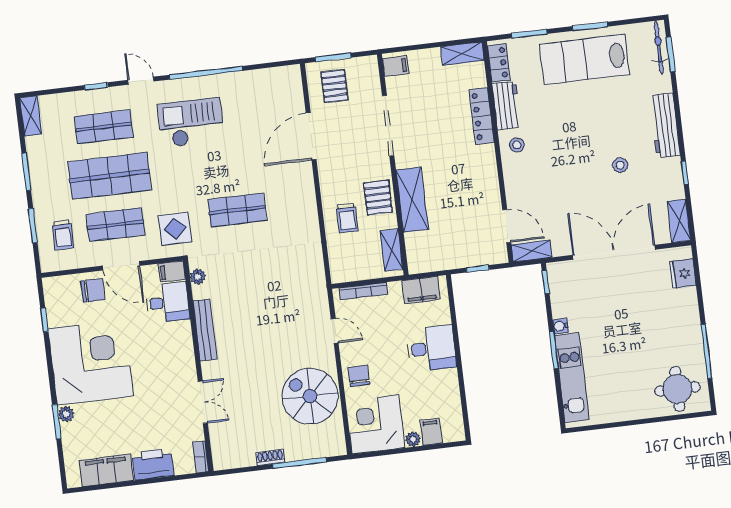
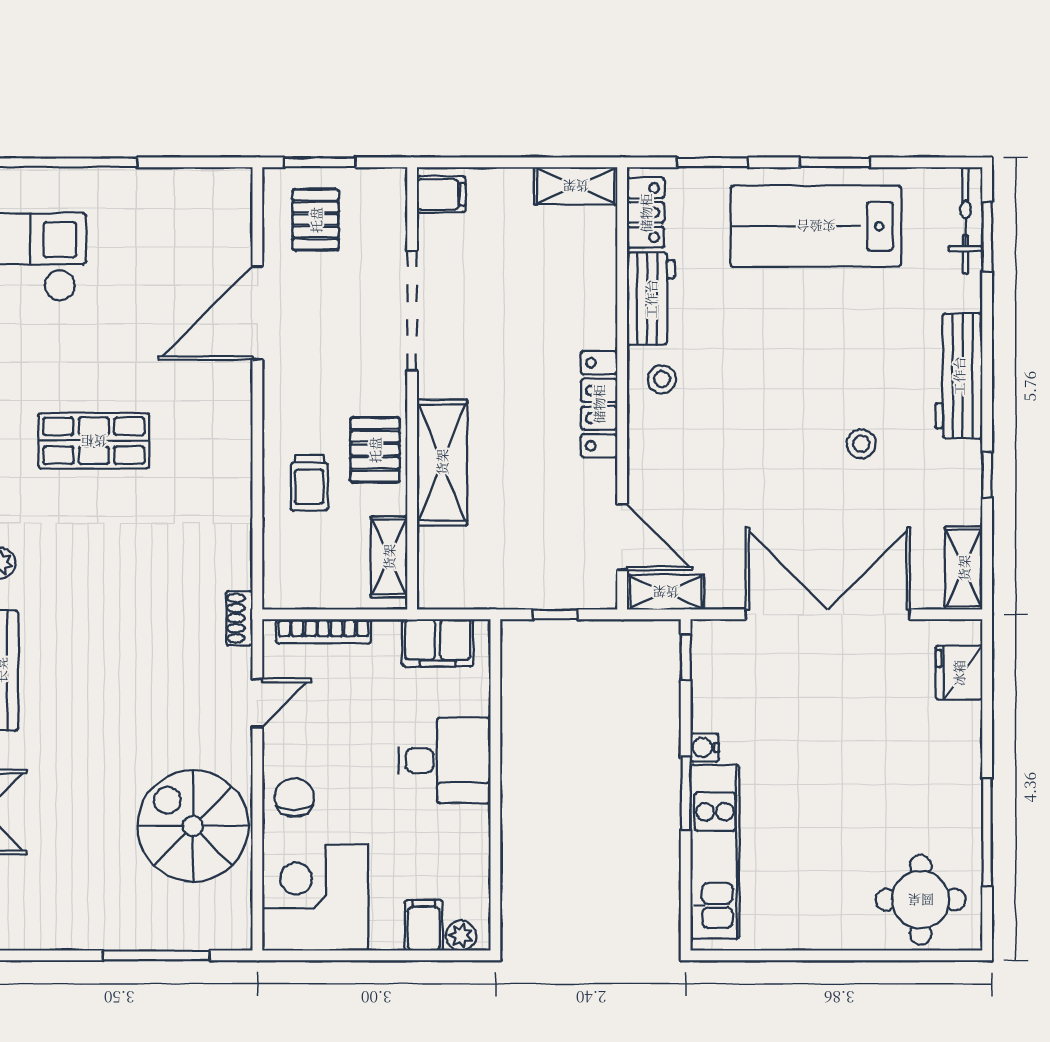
locker: (482, 116) -> (599, 404), moved
door: (335, 331) -> (257, 703), hinge flipped
plant: (413, 439) -> (461, 936), moved
shoe rack: (270, 457) -> (239, 618), moved, turned -90

